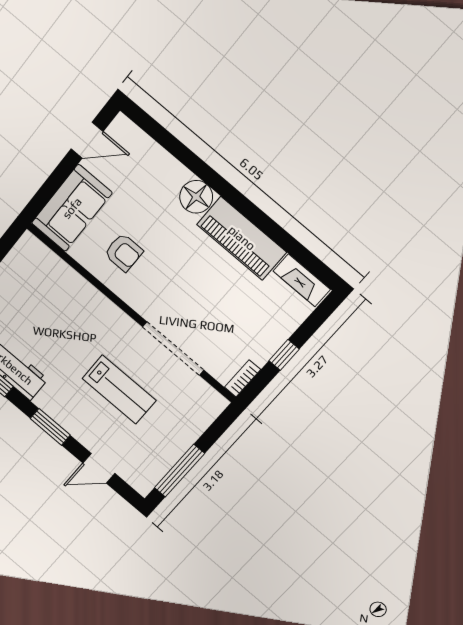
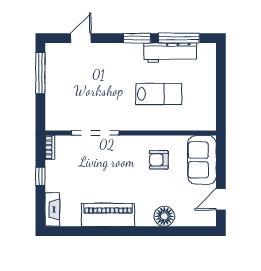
floor lamp: (196, 197) -> (164, 216), moved
fireplace: (302, 280) -> (52, 209), moved, turned 90
lab bench: (119, 389) -> (159, 94), moved, turned 180
window: (50, 427) -> (137, 38), moved

